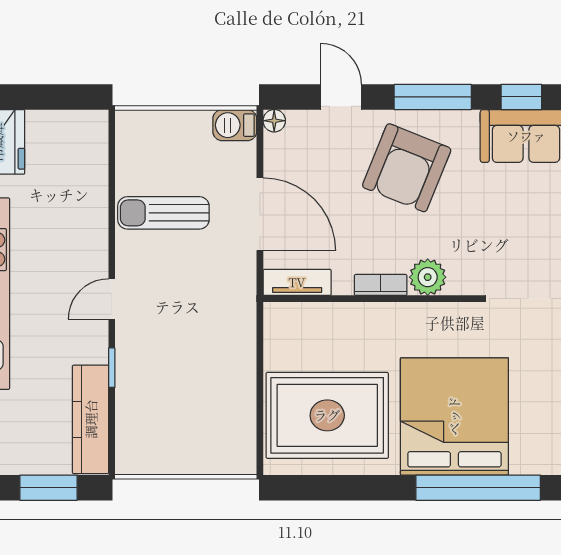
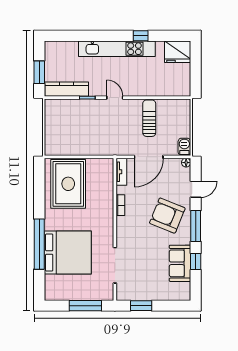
plant: (428, 277) -> (124, 224), removed
bed: (454, 416) -> (68, 252), moved

